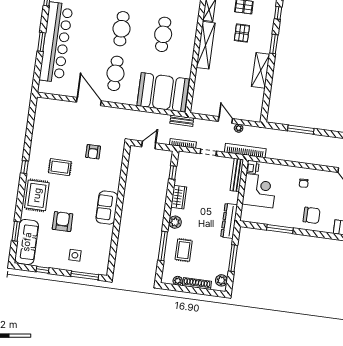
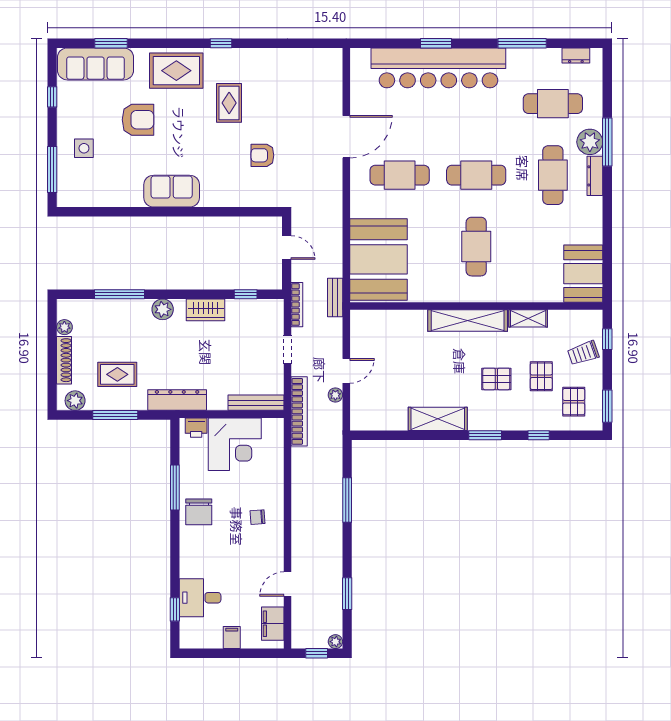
cafe table: (163, 34) -> (476, 247), turned 90
printer: (253, 167) -> (196, 428), moved
chair: (312, 215) -> (199, 512), moved
rug: (184, 250) -> (117, 374), moved

